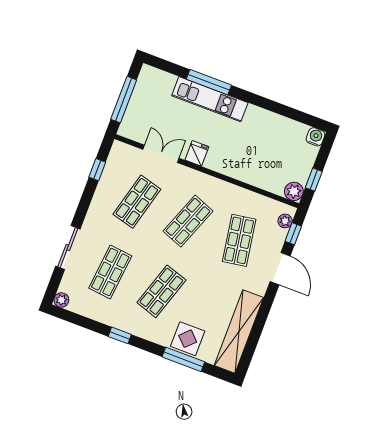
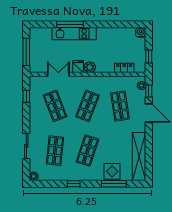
locker: (268, 183) -> (124, 68), added
plant: (294, 191) -> (90, 67), moved
shop shelf: (137, 202) -> (55, 106), turned -36

